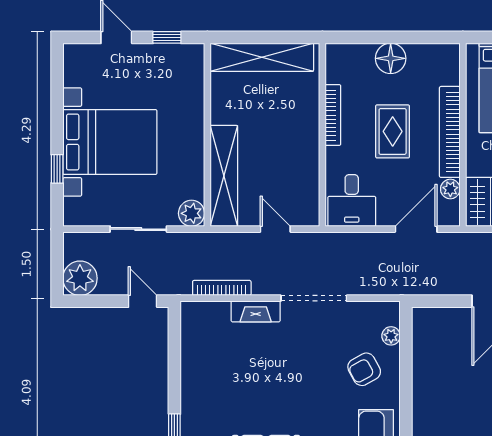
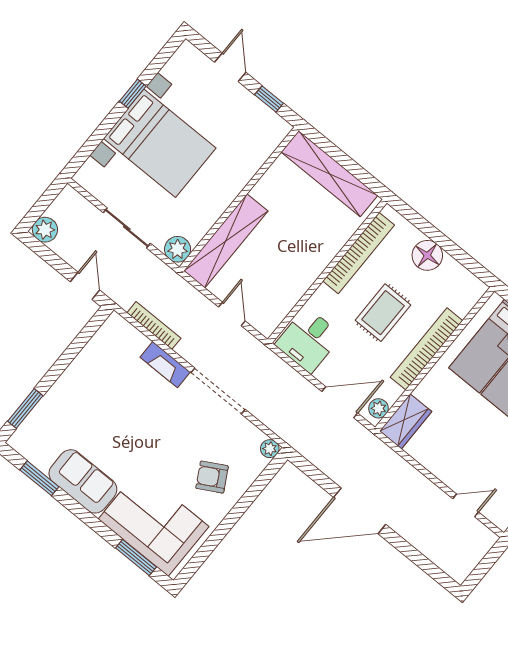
bookcase: (333, 115) -> (359, 253), width x1.48, depth x1.31
window: (57, 169) -> (133, 94), moved
plant: (450, 189) -> (379, 408), moved
plant: (80, 278) -> (45, 230), width x0.73, depth x0.73
plant: (391, 336) -> (270, 449), moved

